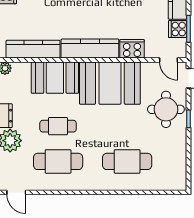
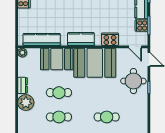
kitchen counter: (90, 49) -> (81, 39), width x0.67
cafe table: (58, 161) -> (59, 117), width x0.73, depth x0.74
cafe table: (127, 161) -> (107, 117), width x0.73, depth x0.74

